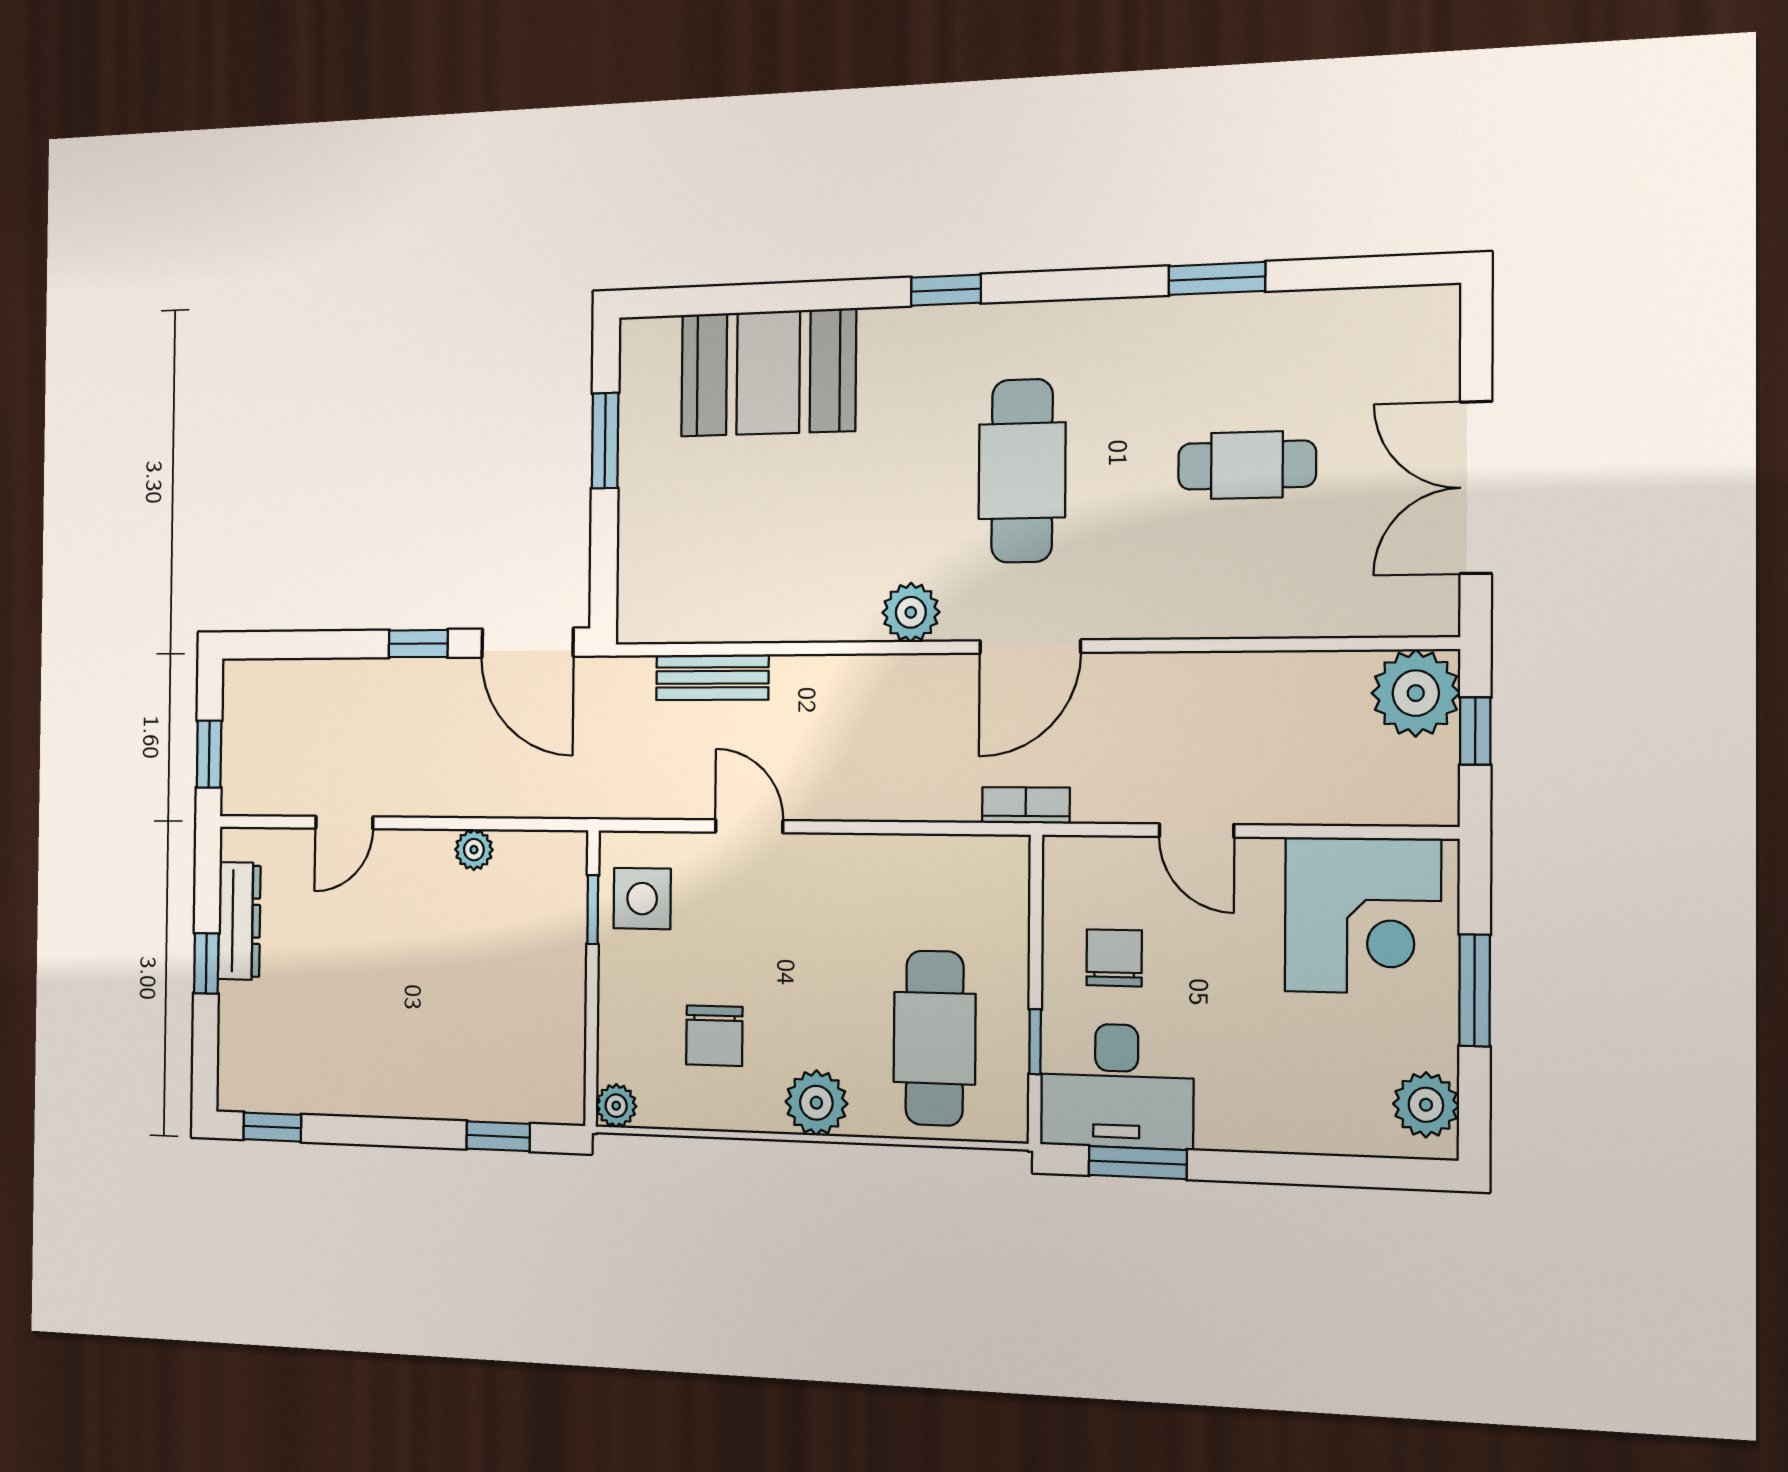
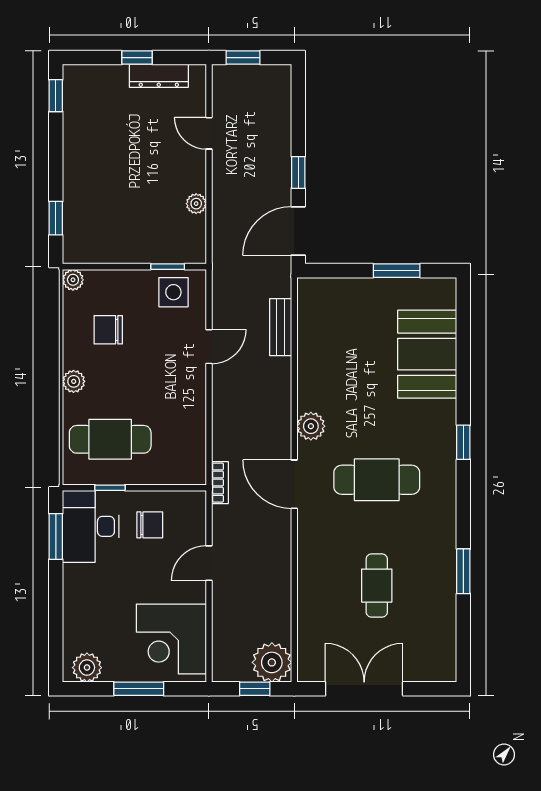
plant: (816, 1103) -> (74, 381), width x0.73, depth x0.73

